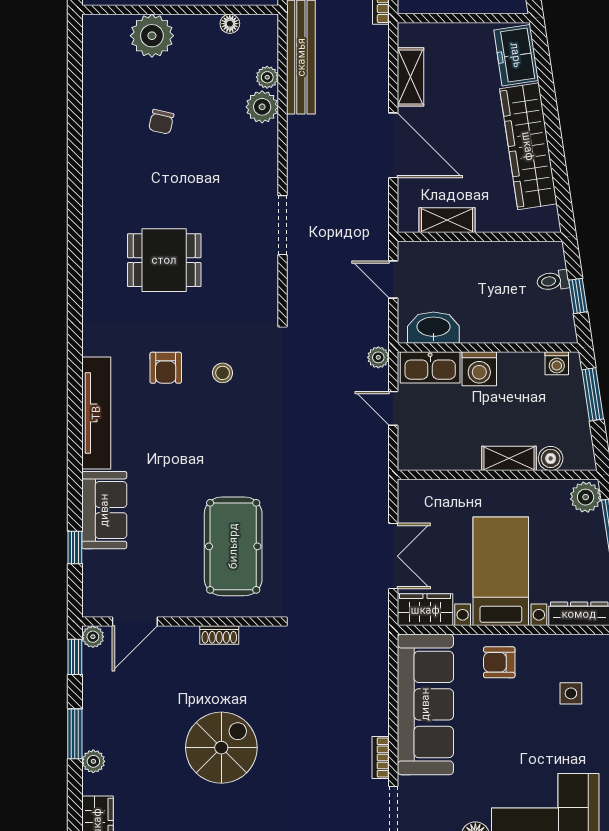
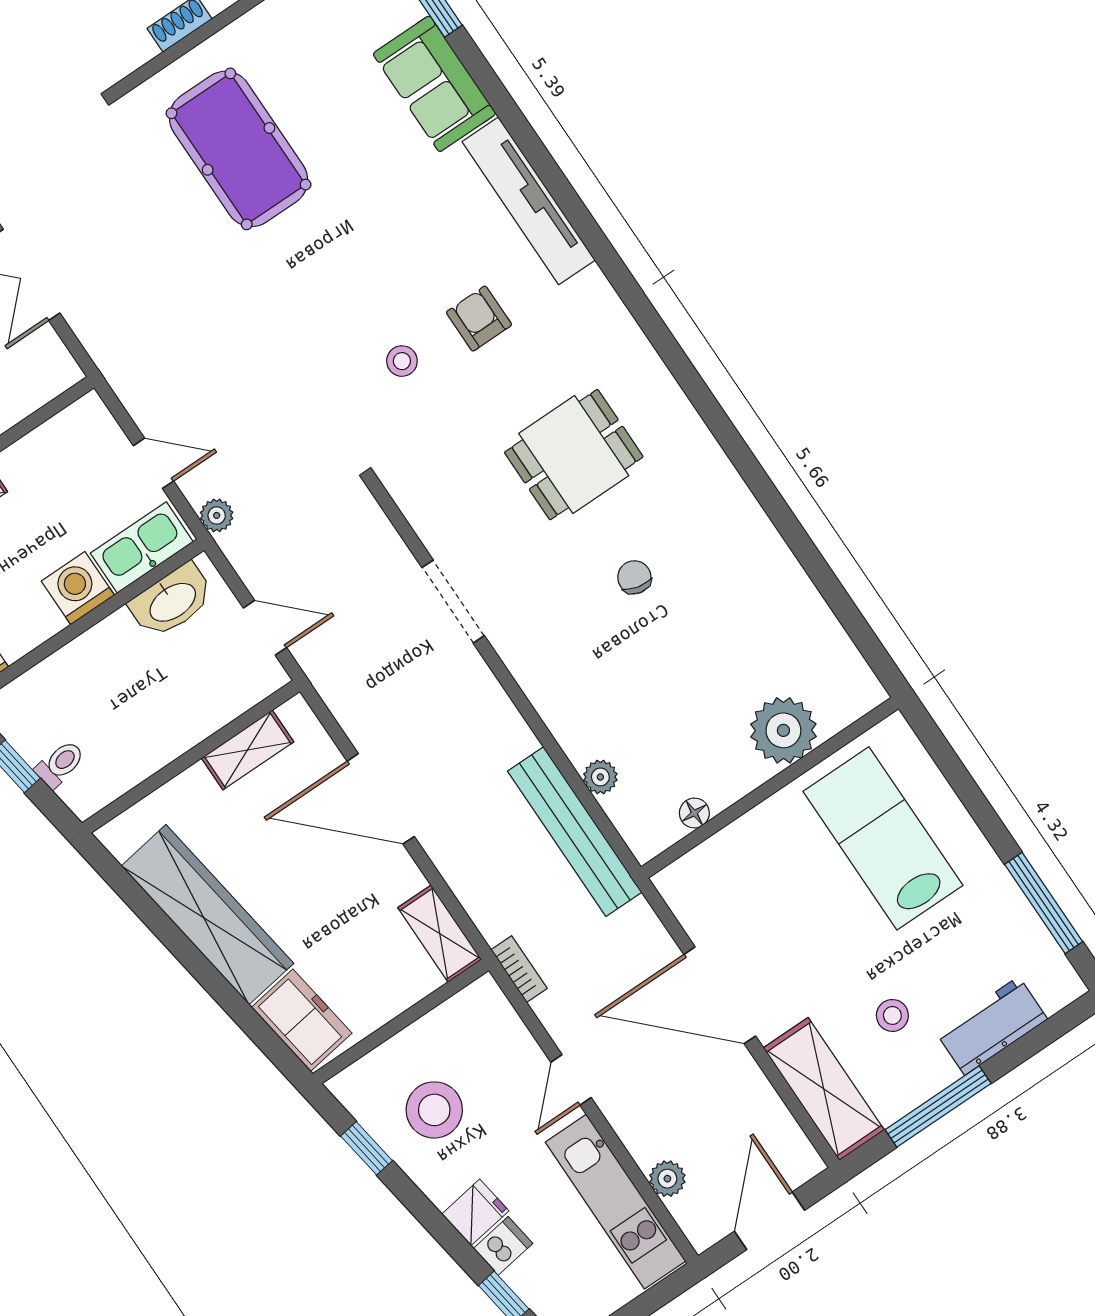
shelving: (411, 77) -> (440, 934), moved
plant: (262, 107) -> (581, 735), removed
chair: (161, 122) -> (634, 577), moved

